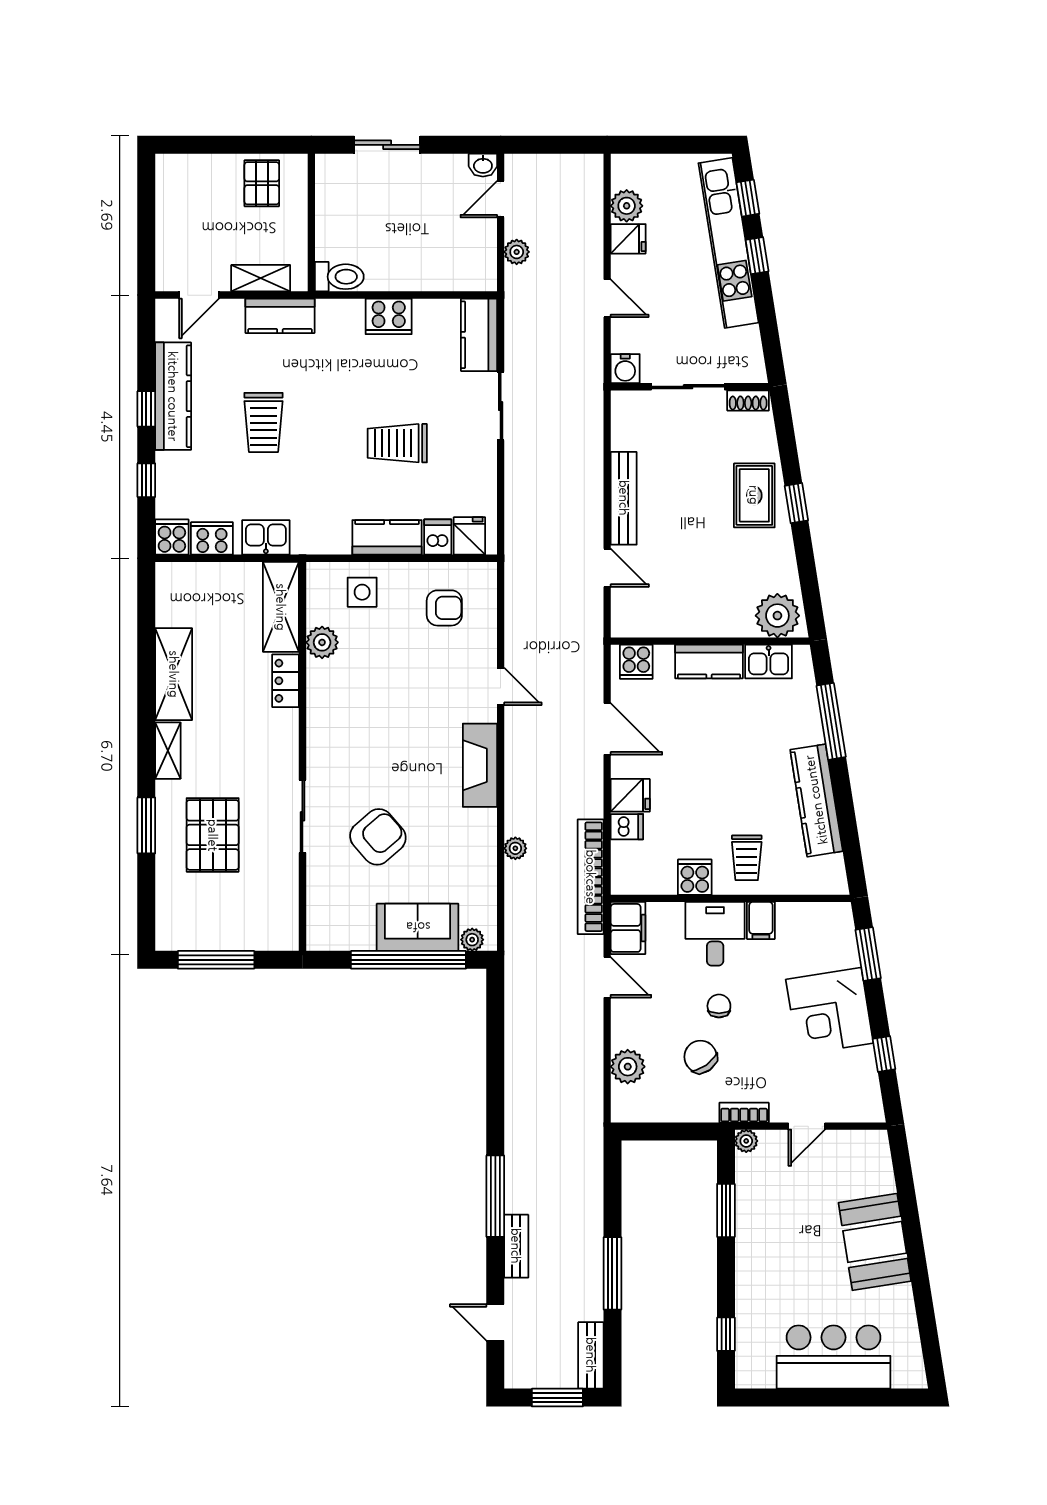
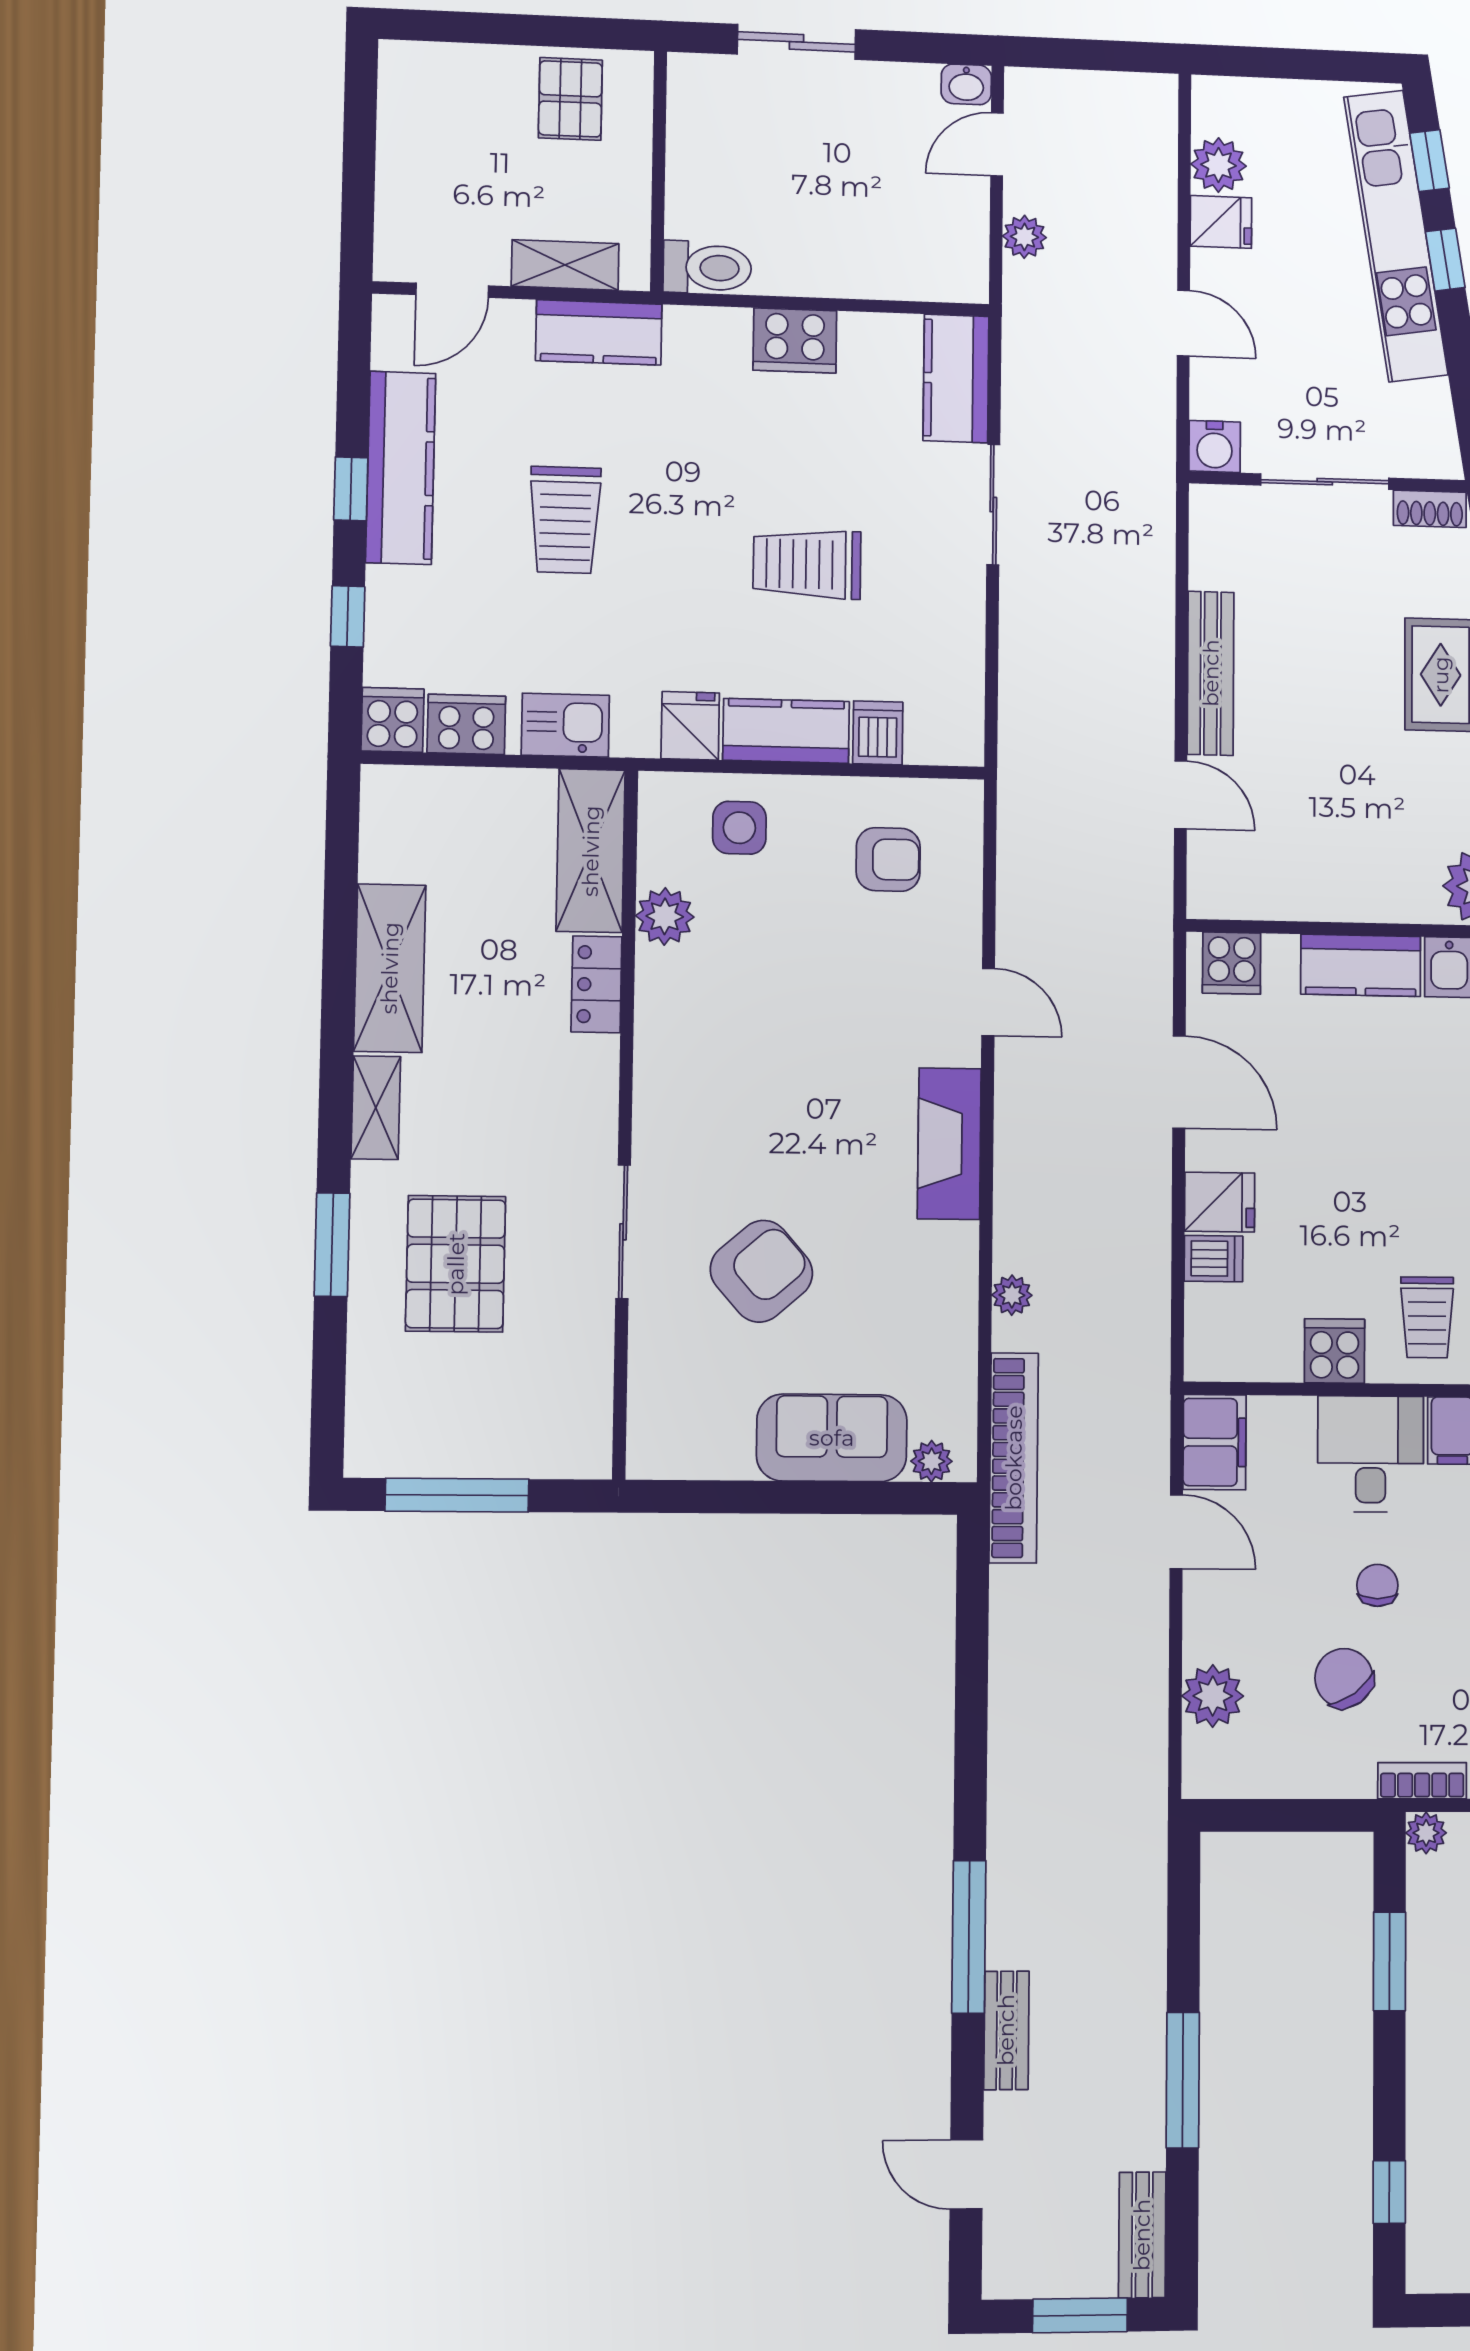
fridge: (469, 536) -> (690, 726), moved
bookcase: (591, 877) -> (1014, 1458), moved, turned 180
window: (408, 960) -> (814, 1498), removed

